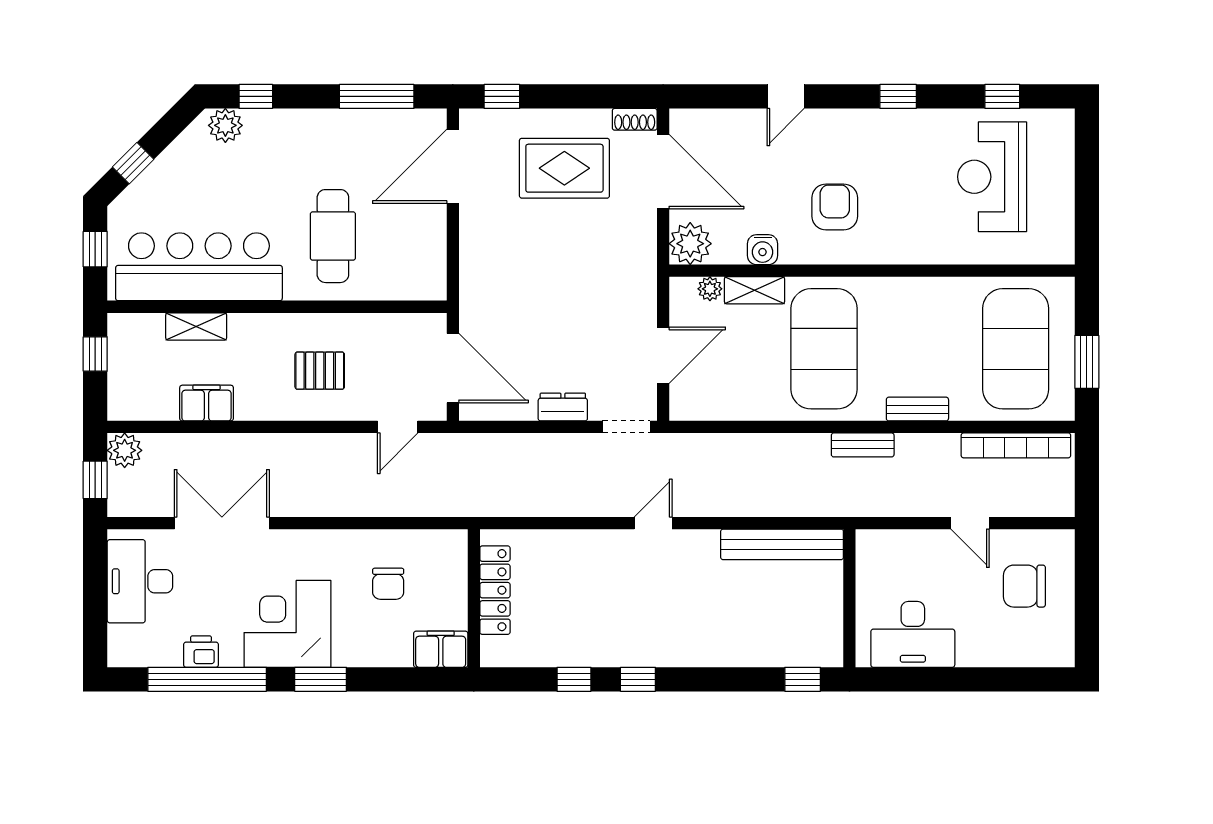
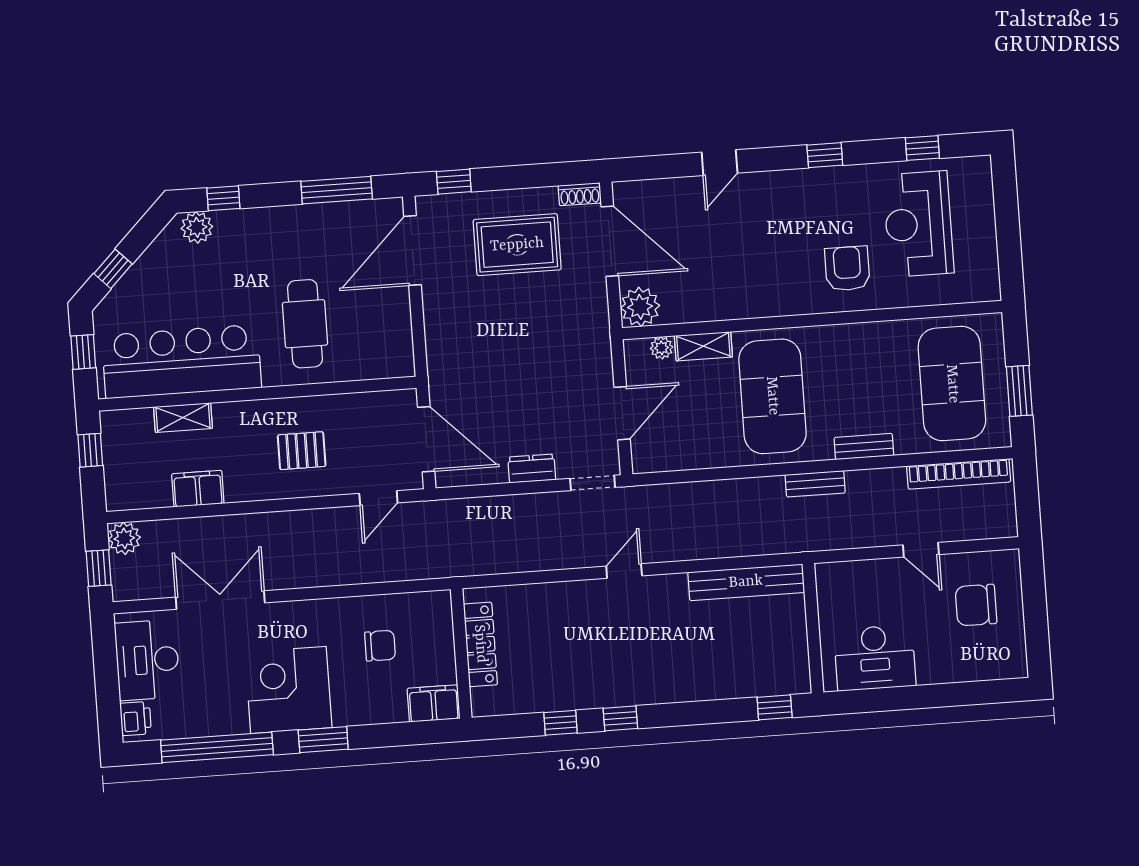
armchair: (835, 207) -> (847, 269), moved
water cooler: (763, 250) -> (708, 308), removed
chair: (388, 584) -> (380, 646), turned -90
printer: (201, 652) -> (136, 719), moved, turned 90

